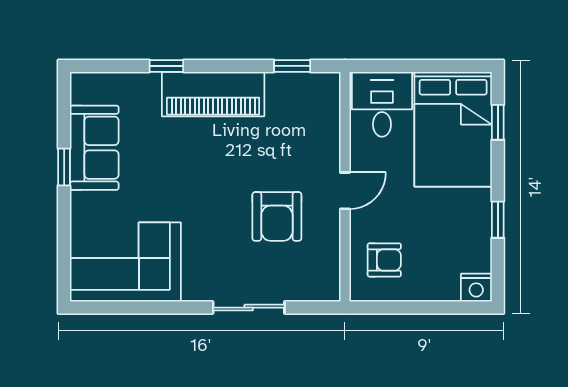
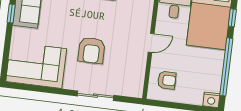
armchair: (277, 216) -> (92, 50), moved
window: (498, 220) -> (226, 67), width x3.17

